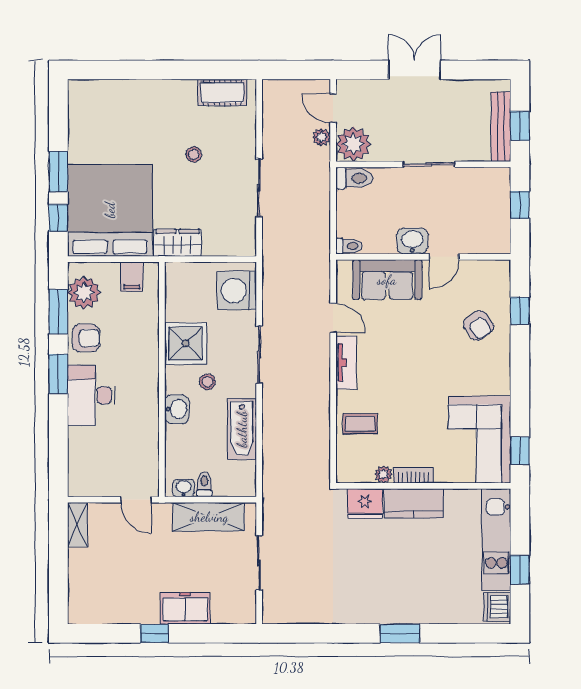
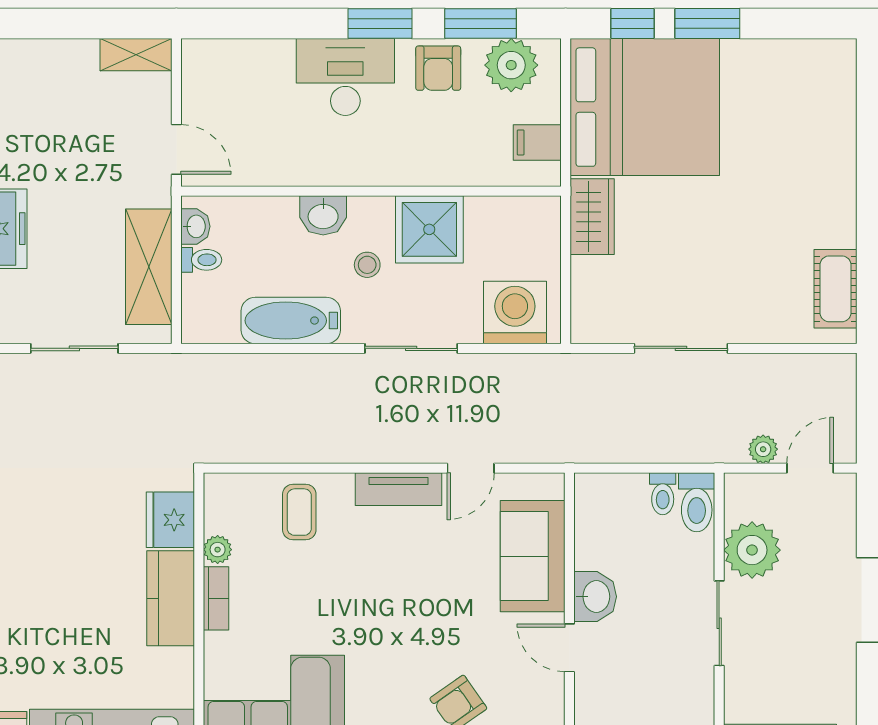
plant: (353, 144) -> (752, 550), moved
stool: (194, 154) -> (735, 243), removed
toilet: (349, 246) -> (663, 494), moved
door: (136, 500) -> (176, 149), swing flipped

